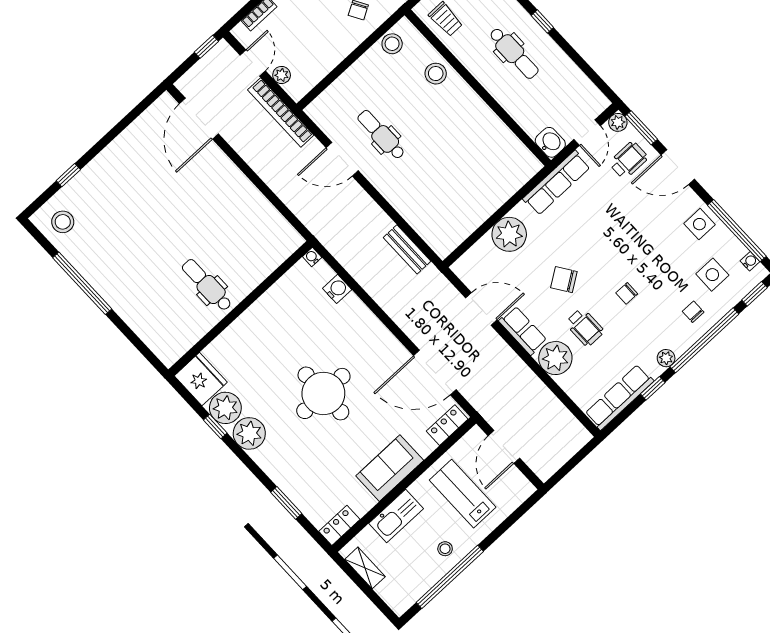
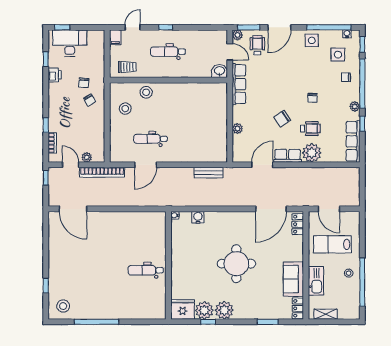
stool: (392, 44) -> (125, 109), moved
dental chair: (514, 53) -> (168, 52), turned 180
plant: (509, 234) -> (237, 129), width x0.53, depth x0.53
sofa: (390, 468) -> (293, 279), moved

